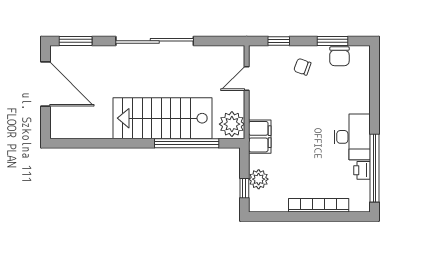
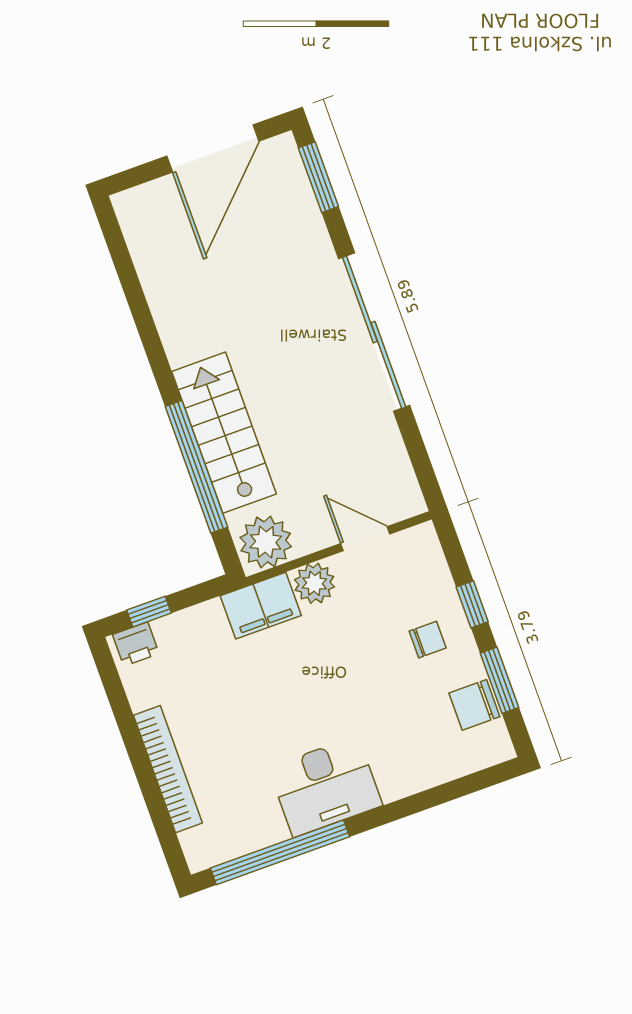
window: (279, 41) -> (472, 604), moved
chair: (302, 67) -> (428, 640), turned 70
stairs: (163, 118) -> (224, 433), width x0.73, depth x0.66
printer: (362, 170) -> (136, 644), moved, turned 180
plant: (259, 179) -> (314, 583), moved

